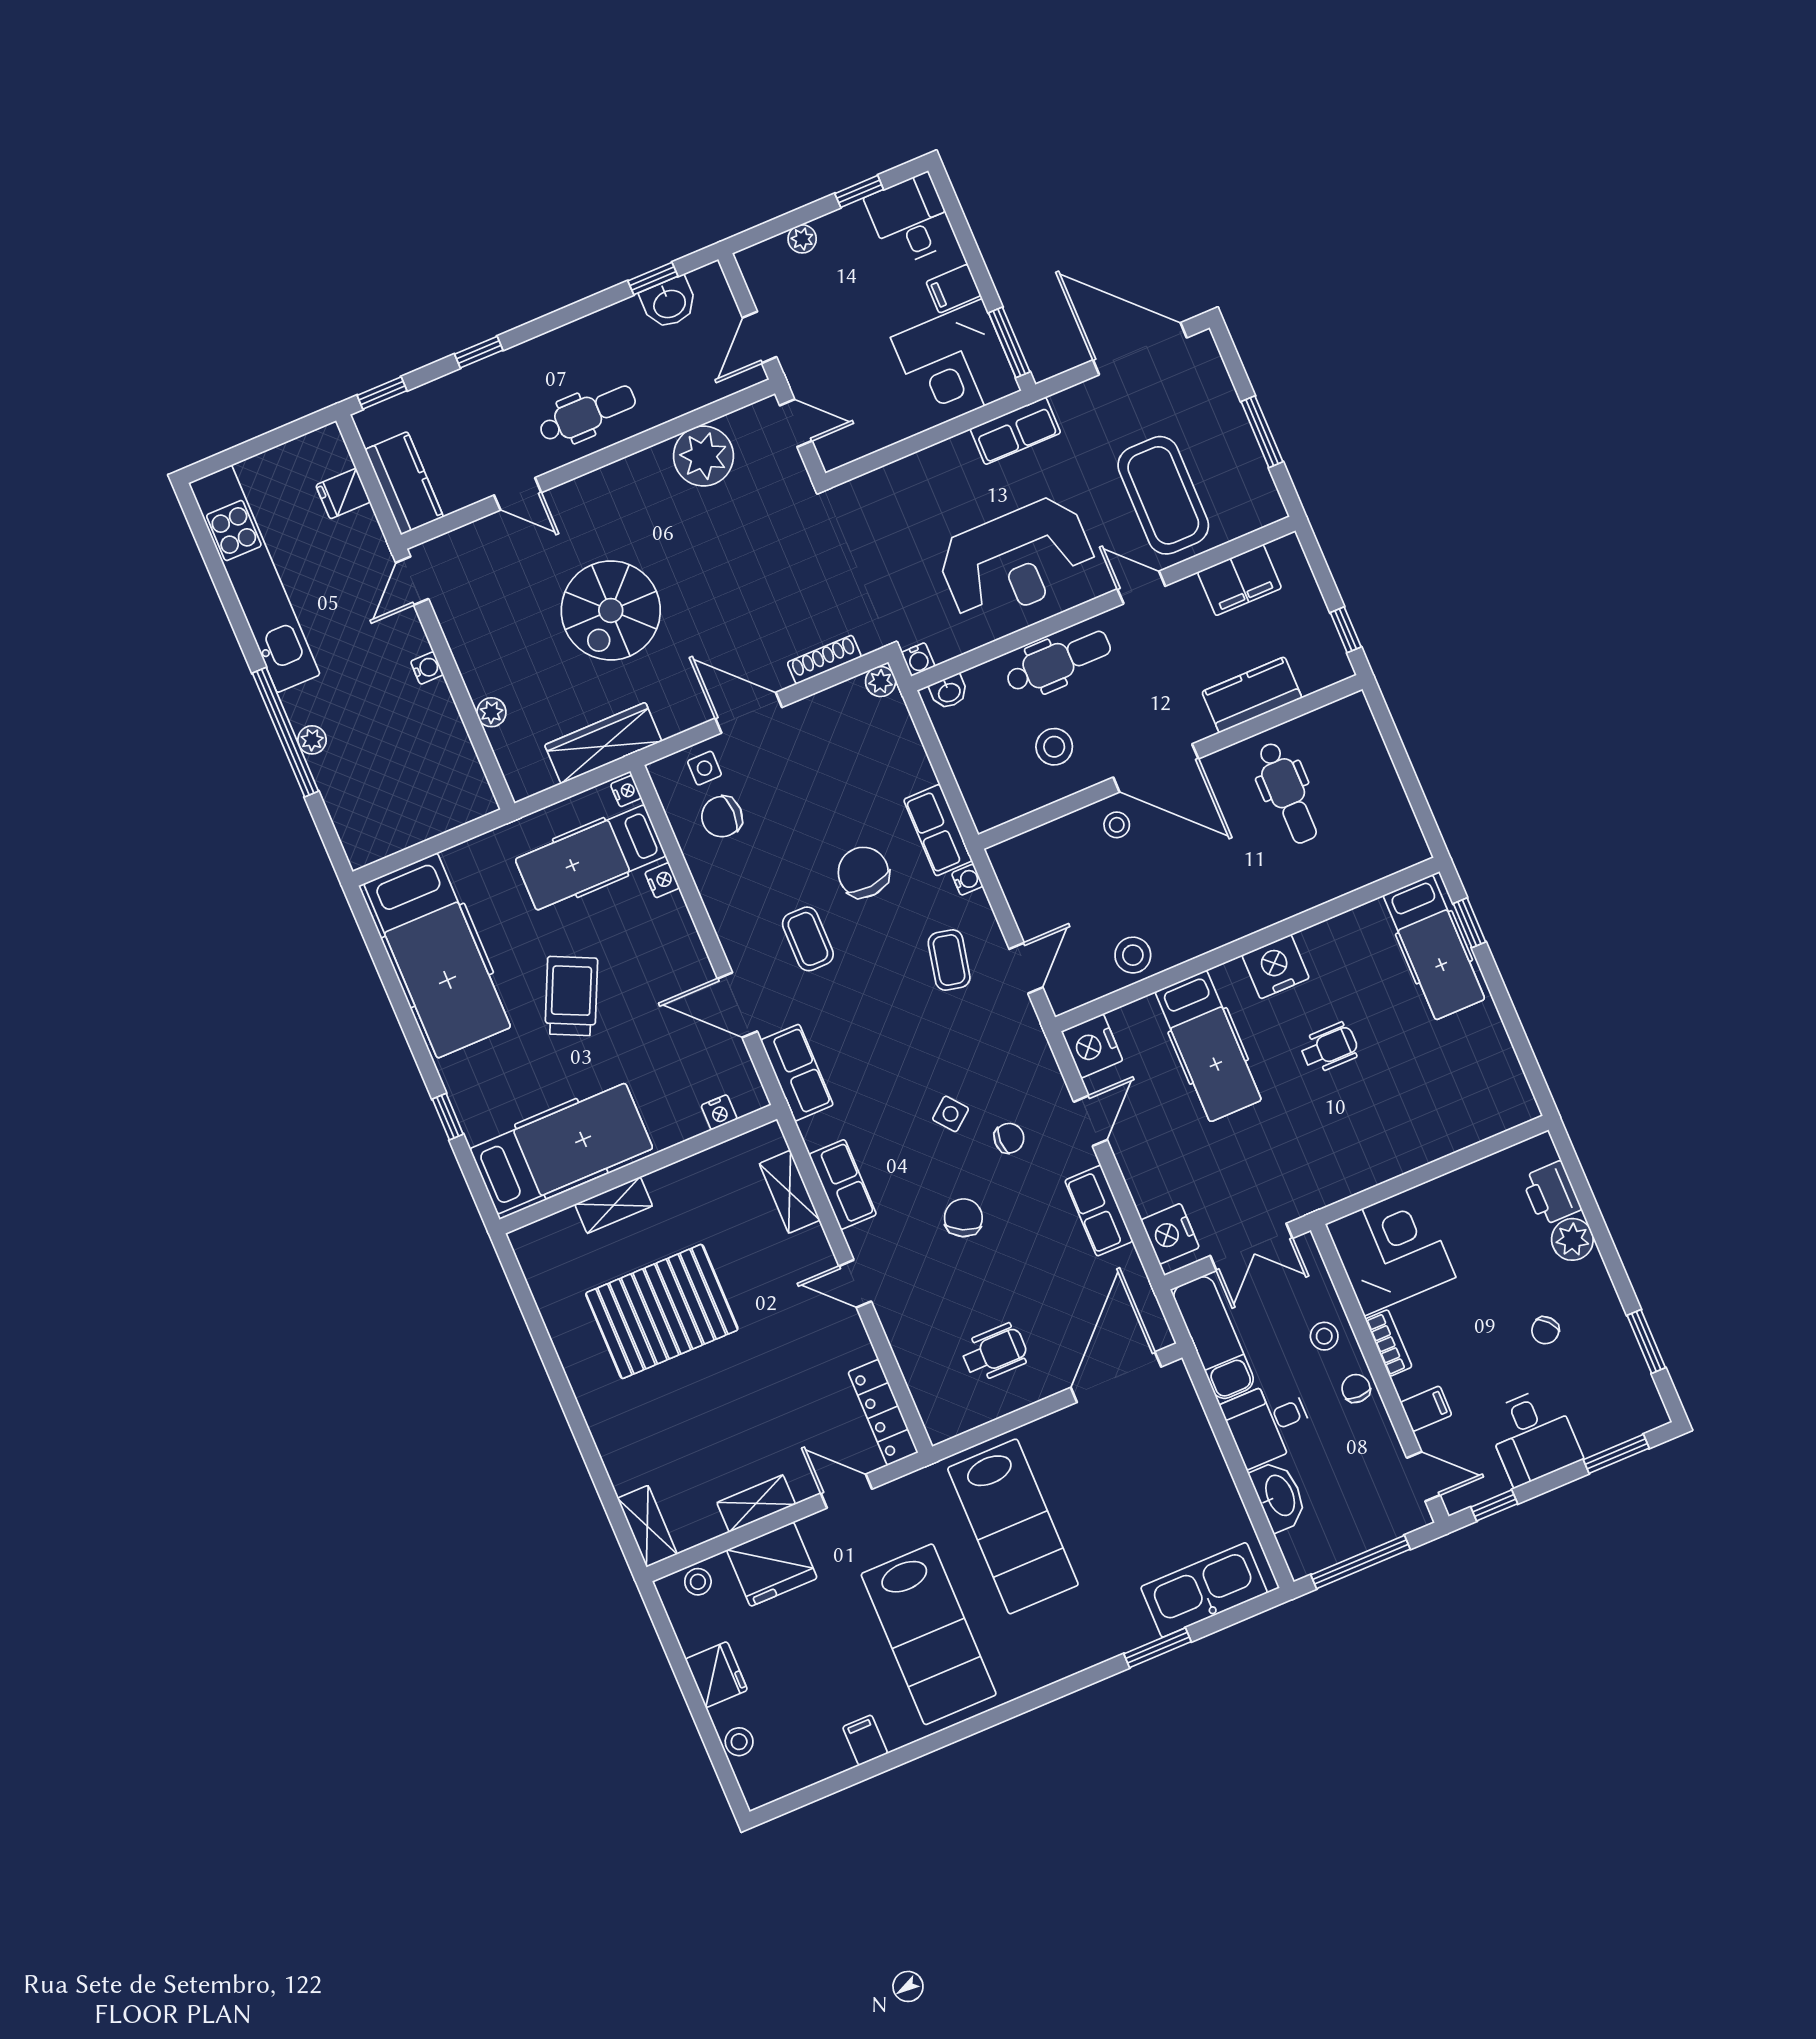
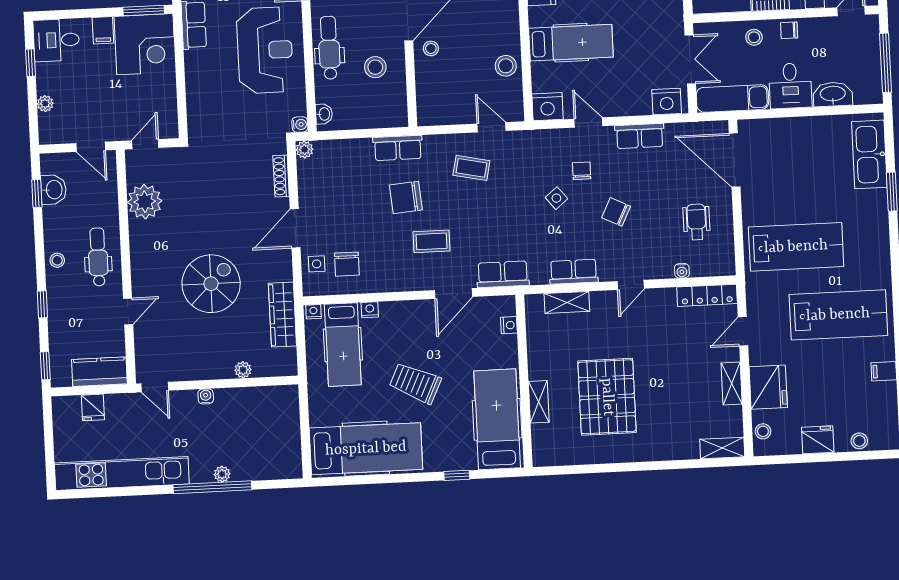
stool: (558, 350) -> (57, 260), added
spiral stairs: (611, 610) -> (211, 284), turned -90
water cooler: (967, 880) -> (682, 271), moved, turned 180

